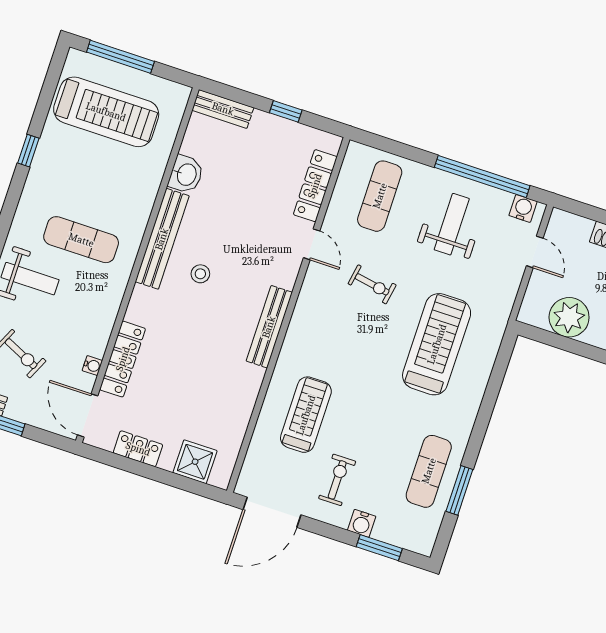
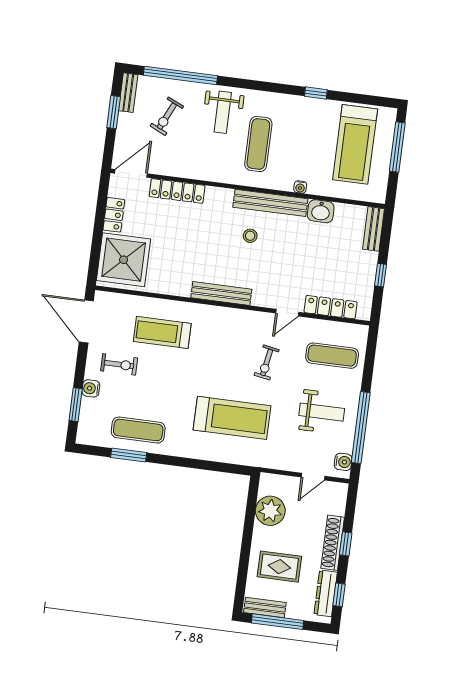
water cooler: (92, 366) -> (300, 187), moved
treadmill: (306, 415) -> (162, 332), turned 180
shower: (195, 462) -> (124, 260), width x1.86, depth x1.86

